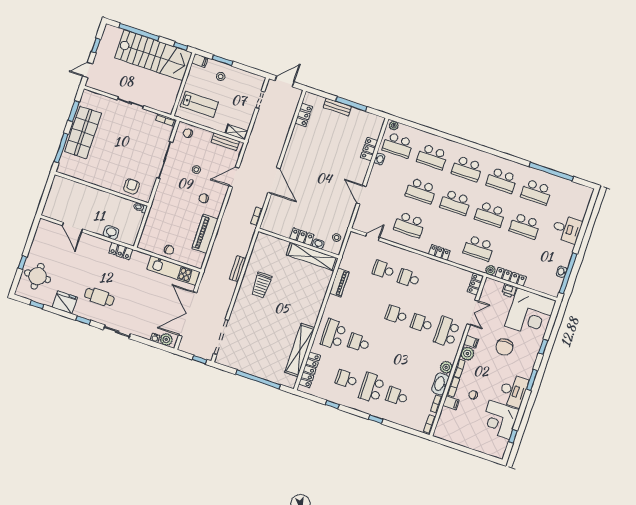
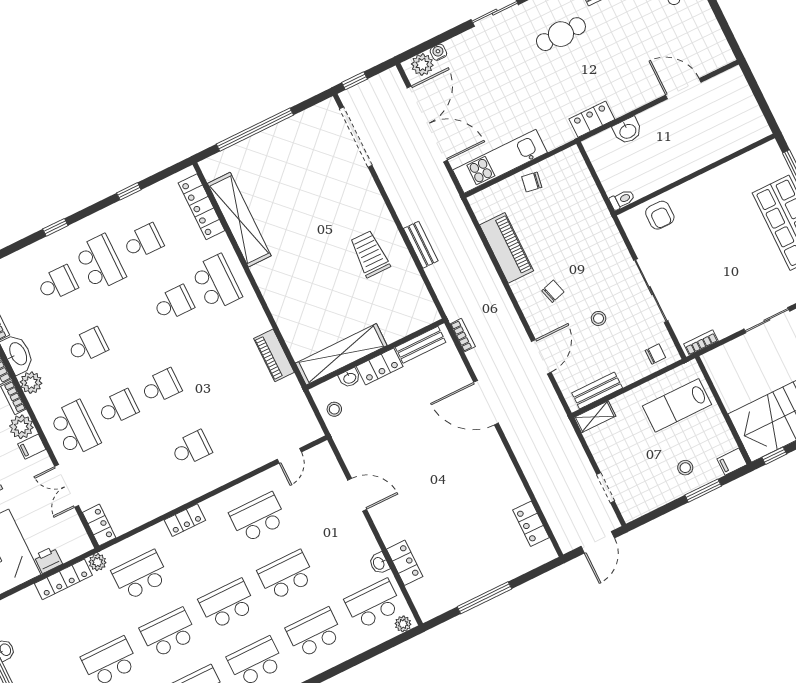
bench: (337, 107) -> (421, 345), moved
school desk: (383, 270) -> (88, 345), moved

